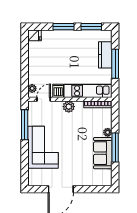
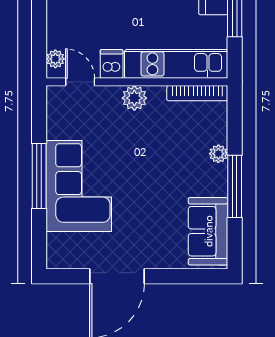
door: (44, 99) -> (80, 82), hinge flipped
window: (25, 125) -> (39, 176), moved
sofa: (103, 153) -> (208, 231), moved

